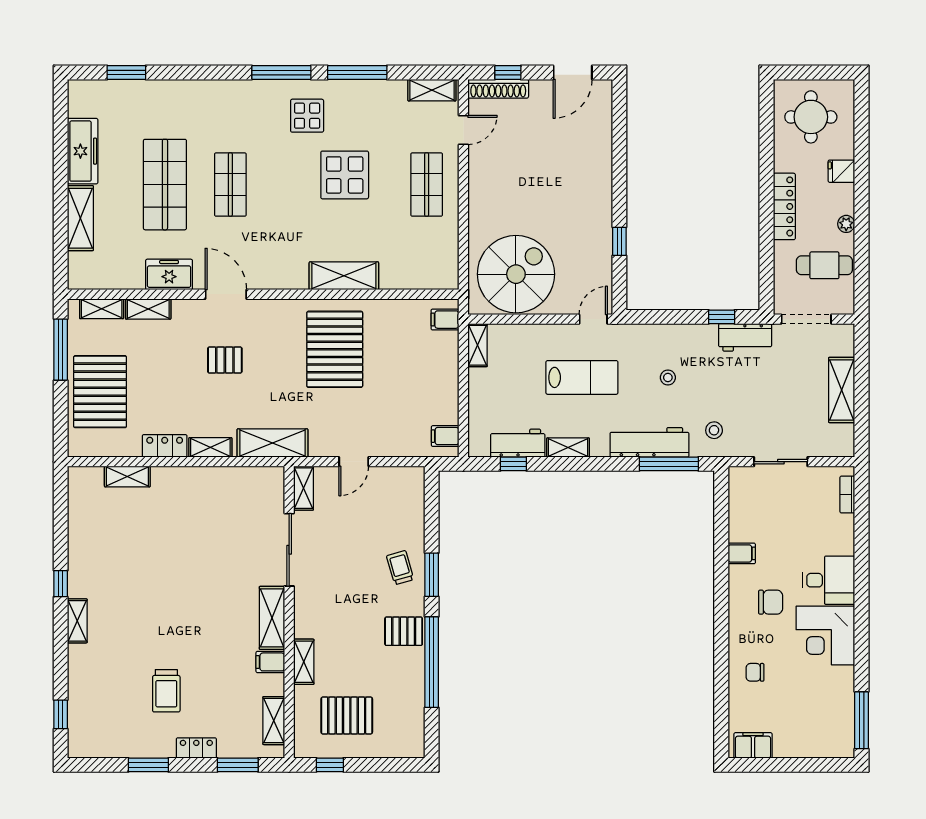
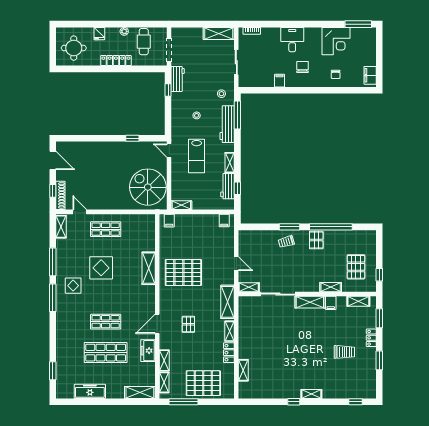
shelving: (80, 218) -> (140, 392), moved
lab bench: (582, 377) -> (197, 156), turned 180
shelving: (842, 390) -> (219, 33), moved
corner desk: (825, 636) -> (336, 41), moved

